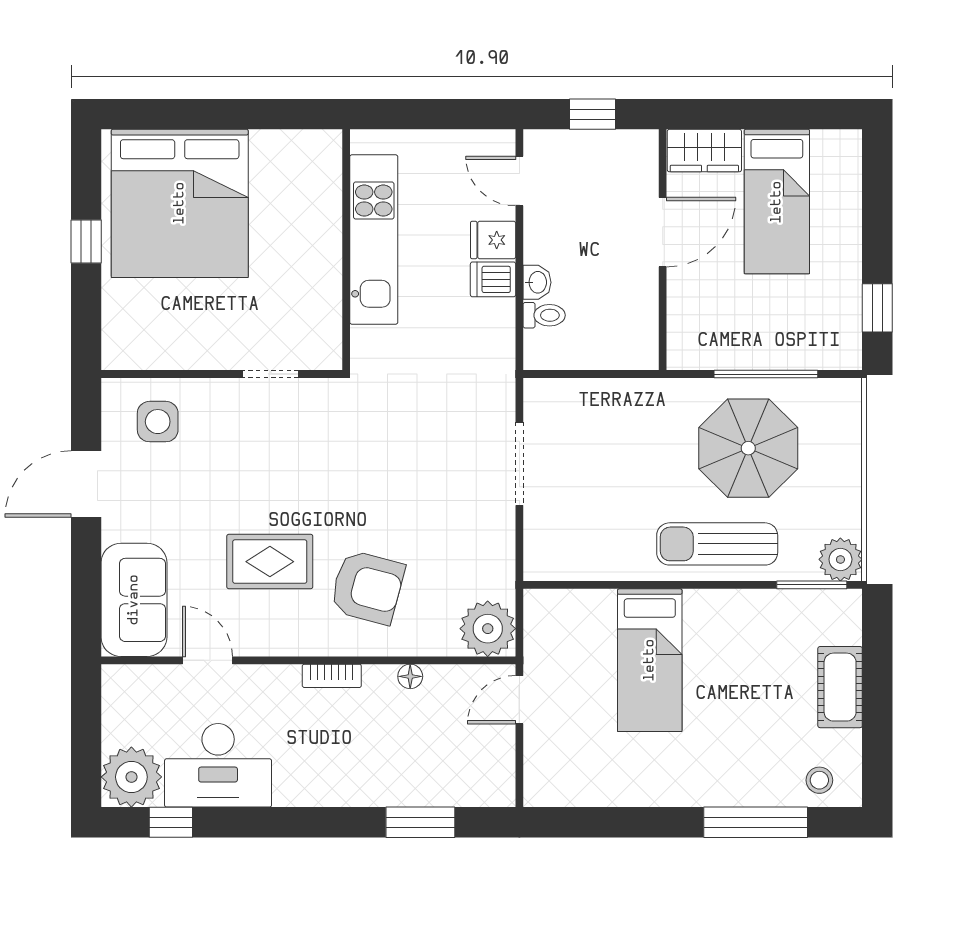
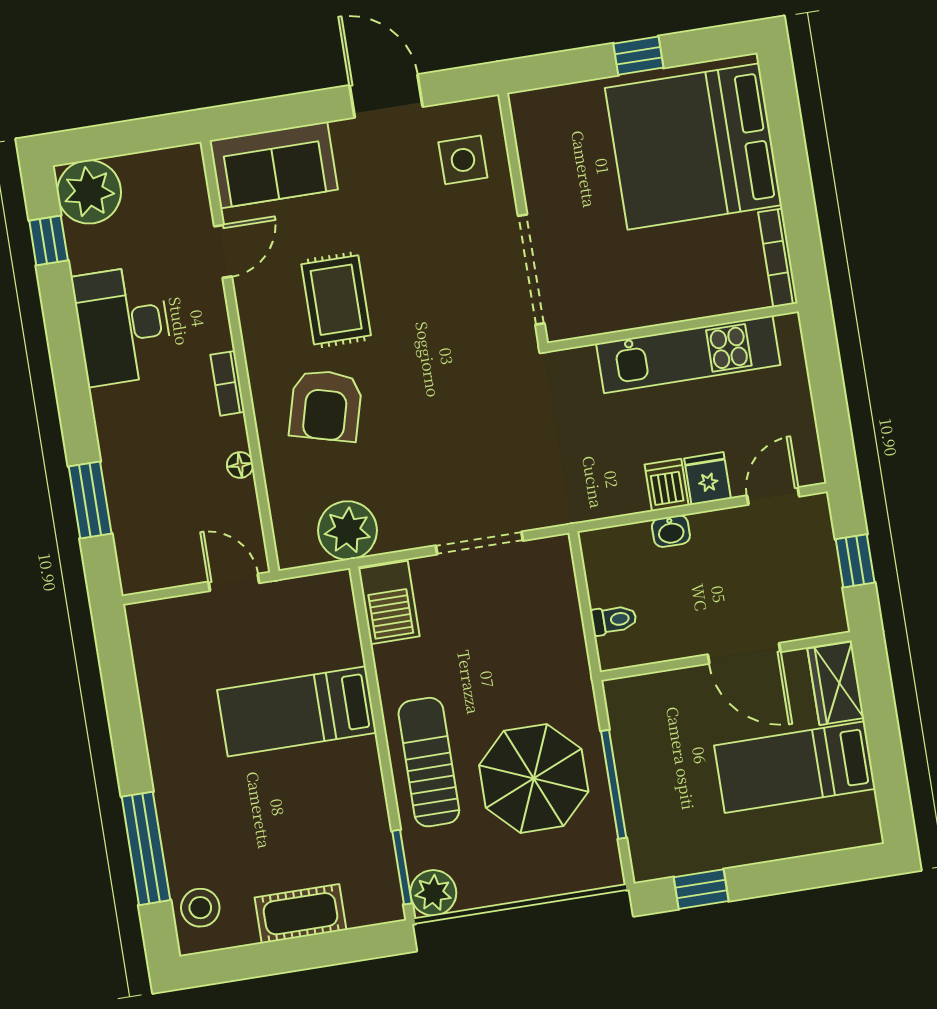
bookcase: (297, 141) -> (778, 258), added
toilet: (544, 315) -> (614, 620), moved, turned -90
doorway: (271, 374) -> (531, 269), width x1.87
barbecue: (562, 557) -> (389, 602), added
plant: (488, 629) -> (347, 530), moved
desk: (218, 765) -> (123, 325), moved
stool: (819, 780) -> (200, 908), width x1.37, depth x1.37

